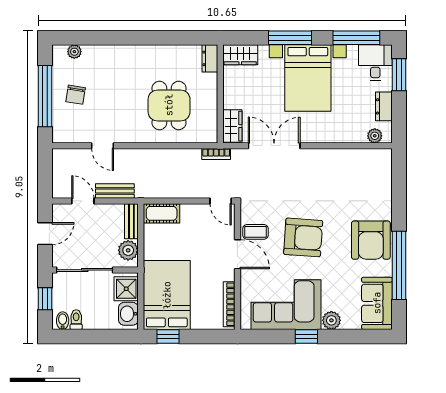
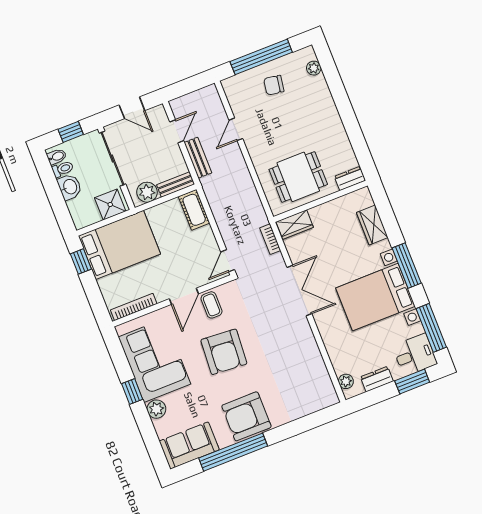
dresser: (210, 58) -> (350, 178), moved
wall: (220, 94) -> (320, 201), moved
wardrobe: (232, 126) -> (295, 225), moved
washbasin: (128, 314) -> (70, 187), moved, turned 90

